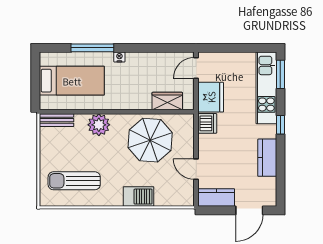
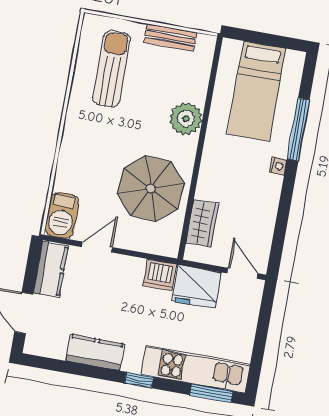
bench: (57, 120) -> (170, 37), moved, turned 90
barbecue: (139, 197) -> (62, 215), moved

